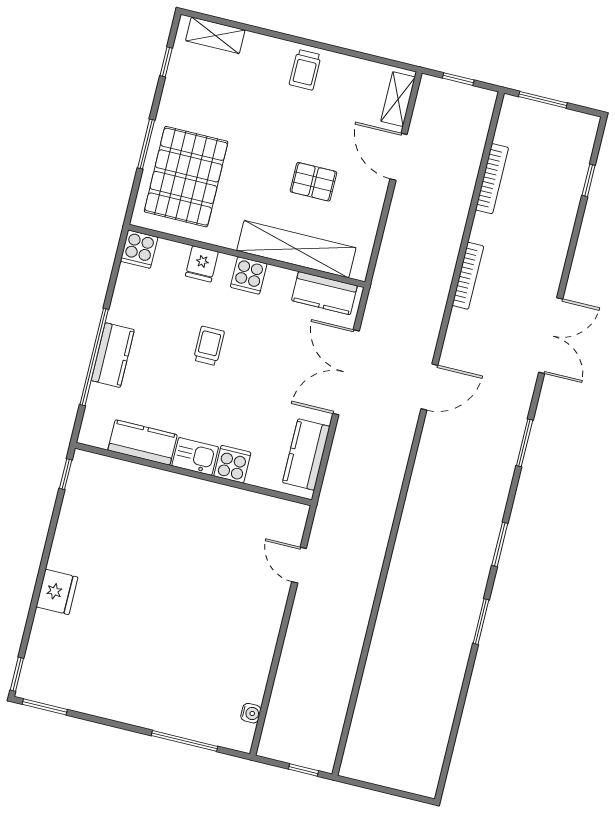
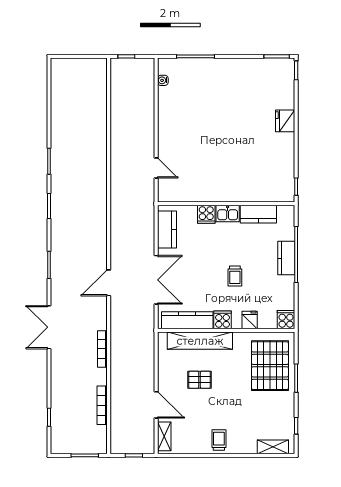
kitchen counter: (324, 293) -> (187, 320), width x1.50

